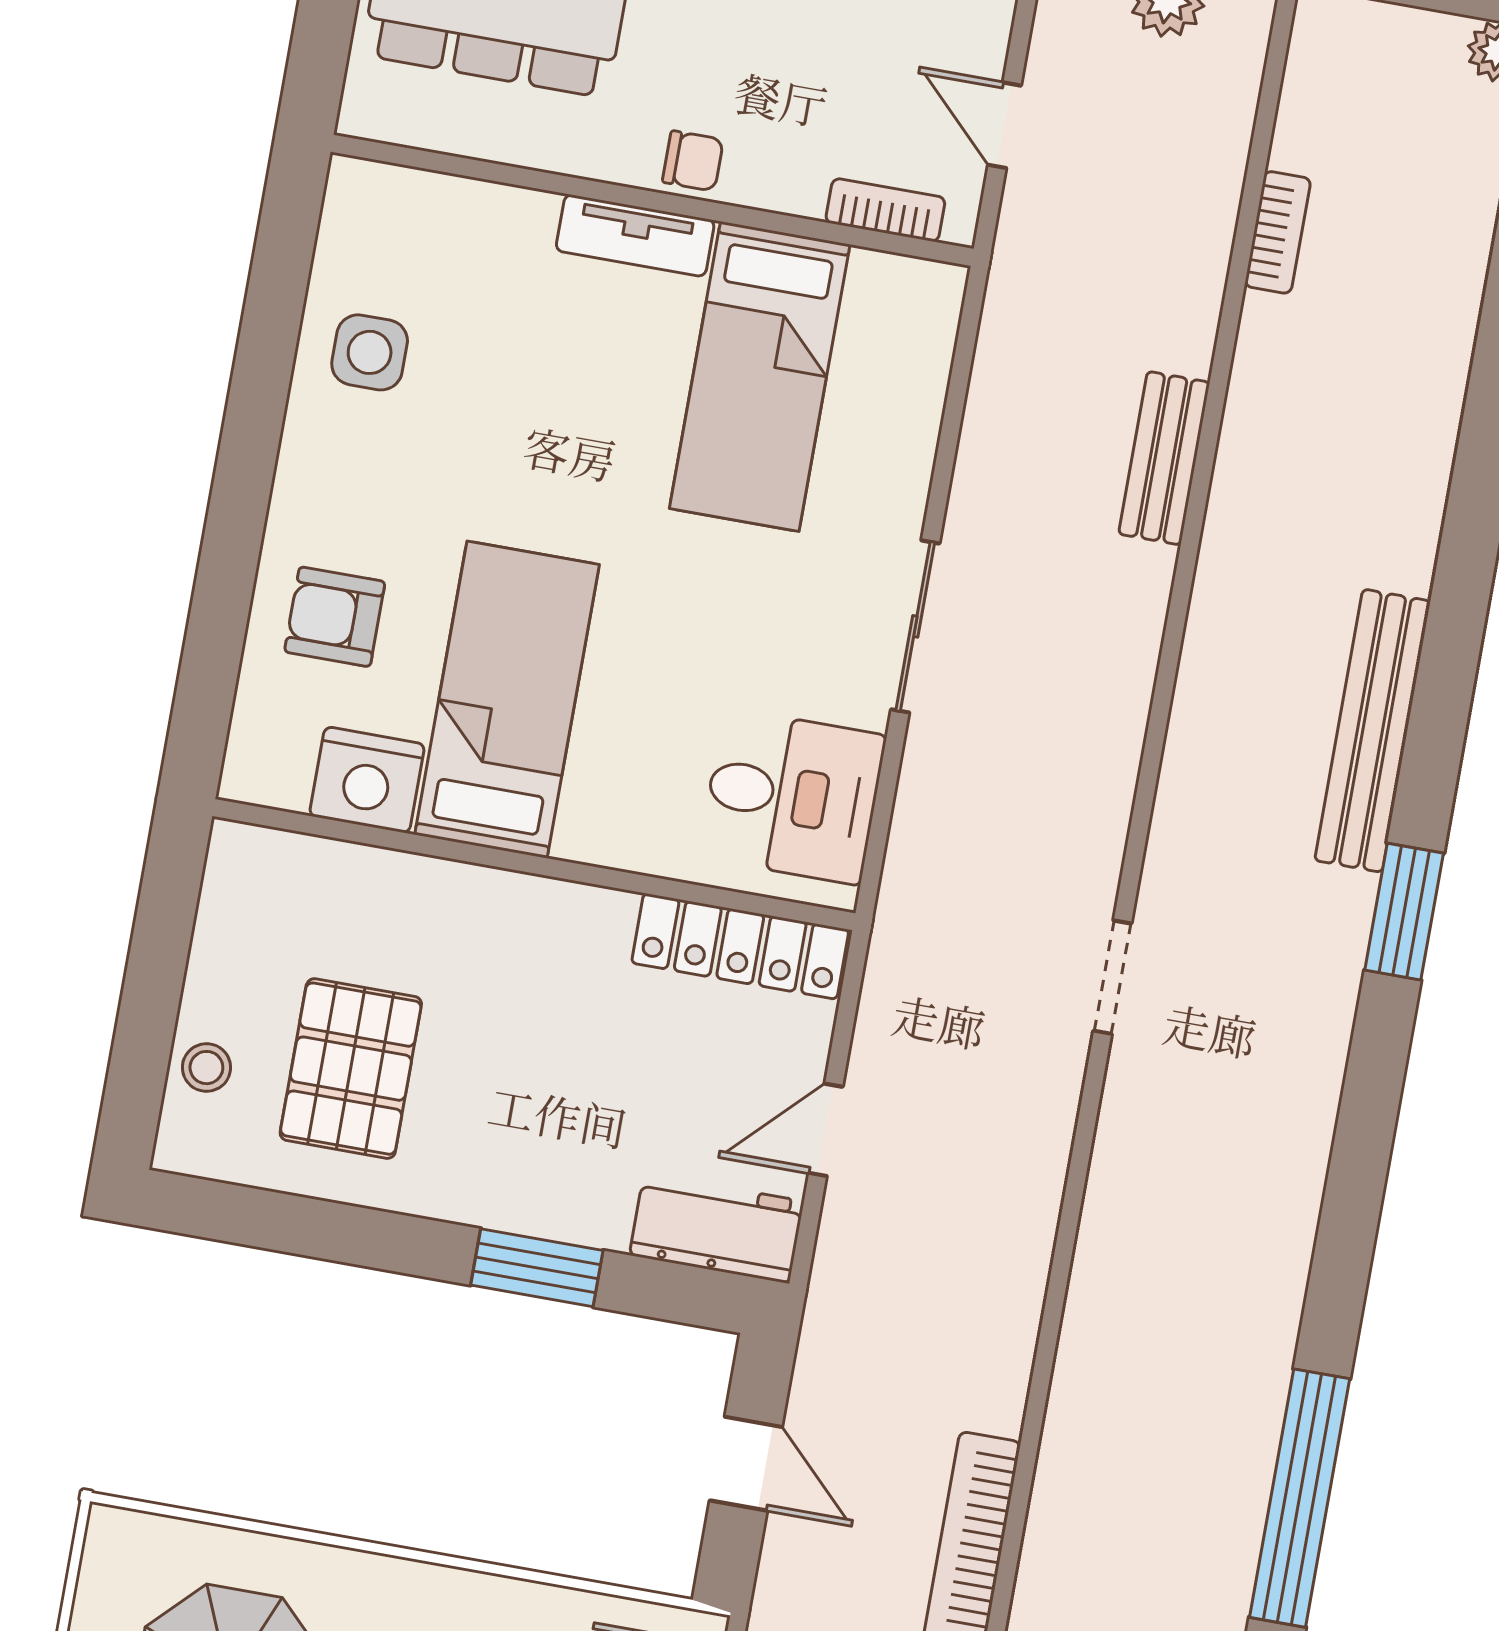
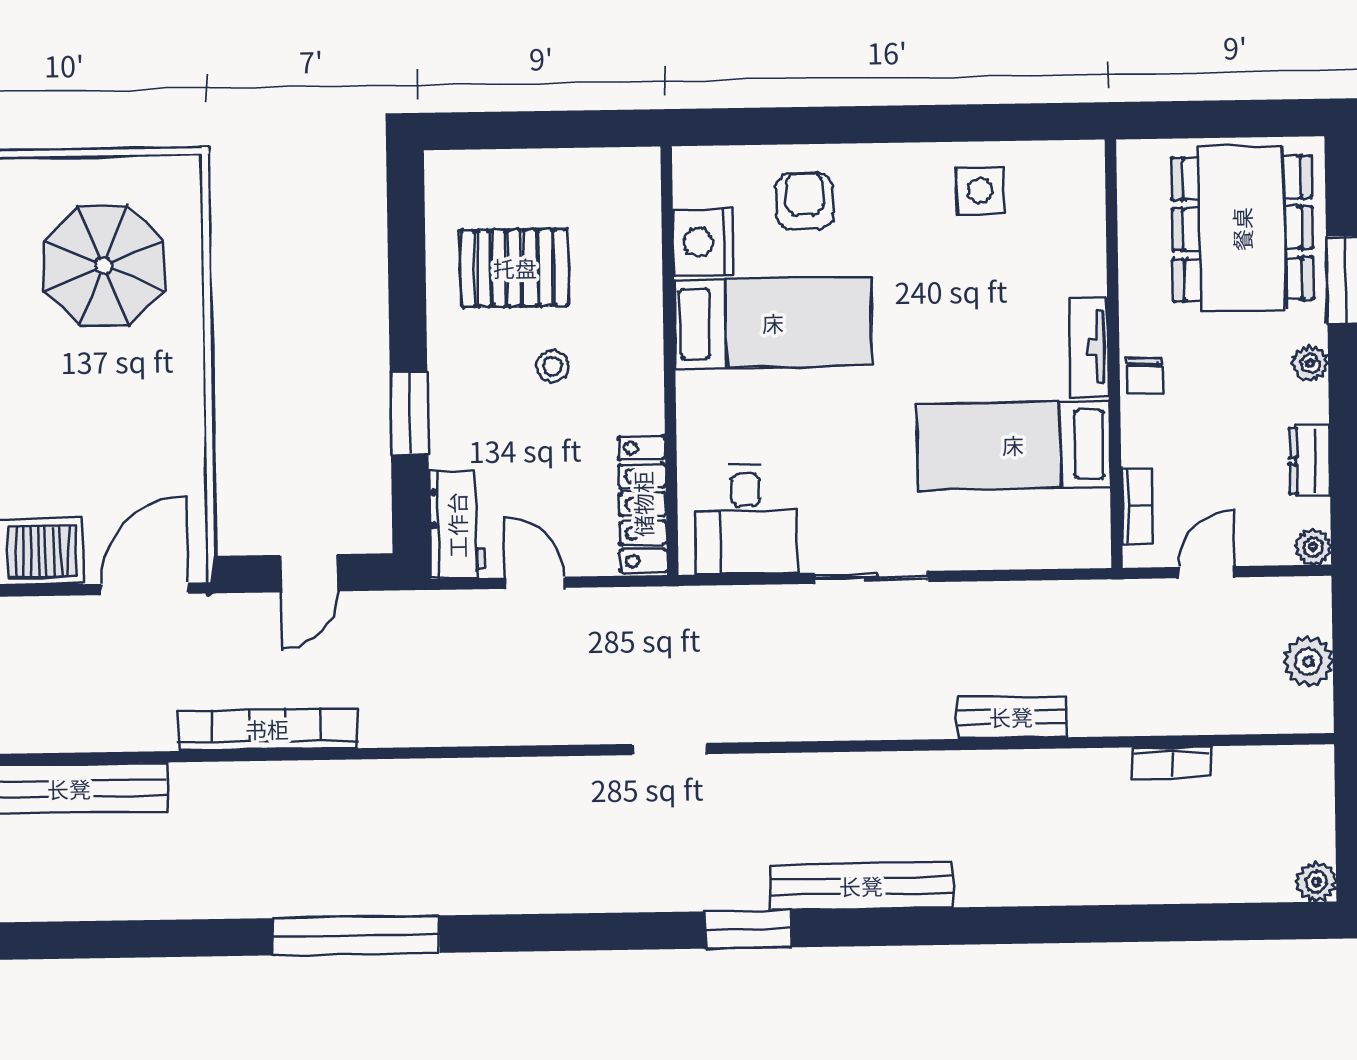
stool: (206, 1068) -> (552, 366), moved

